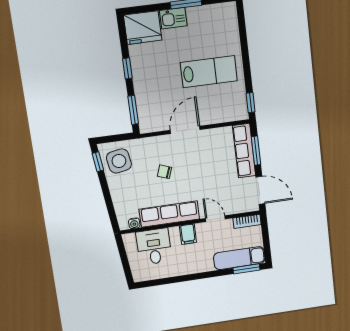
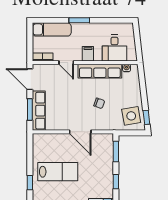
lab bench: (209, 72) -> (58, 172), turned 180
window: (251, 103) -> (30, 183), moved
door: (185, 130) -> (80, 132), hinge flipped
window: (246, 269) -> (79, 20), moved

